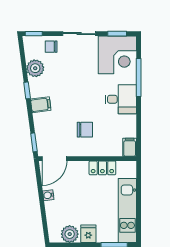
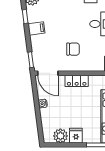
door: (55, 159) -> (48, 73), hinge flipped
locker: (102, 168) -> (77, 81), moved

